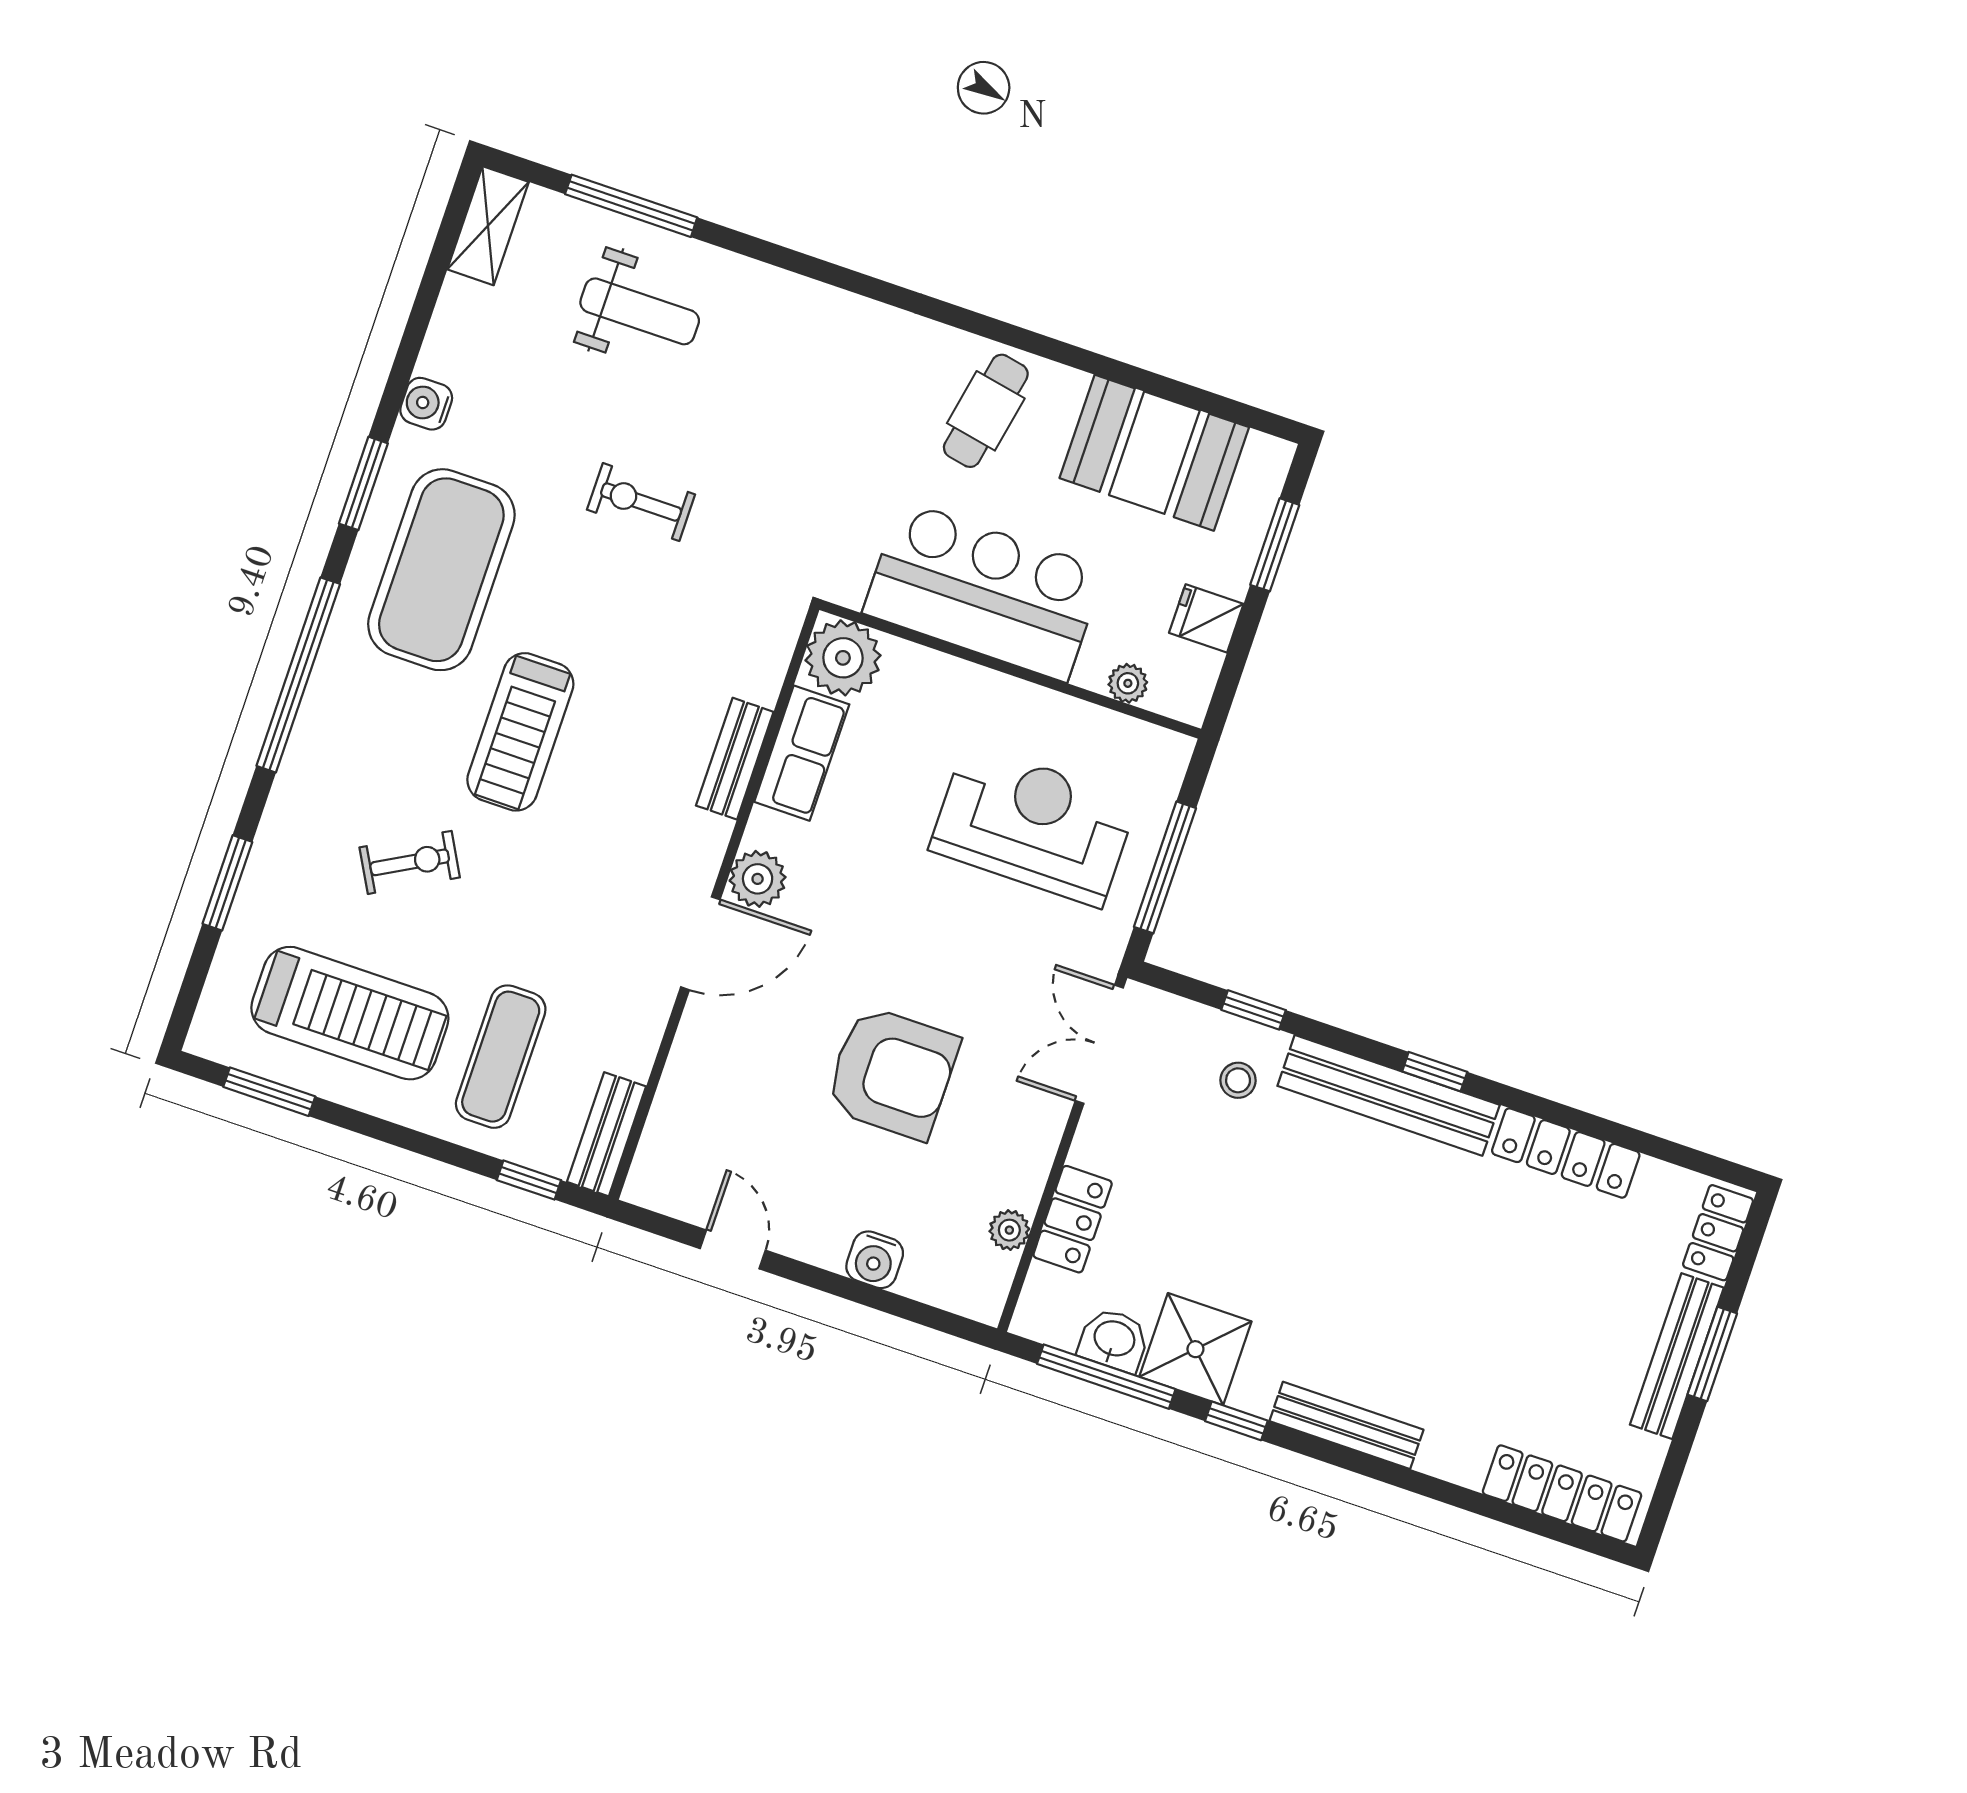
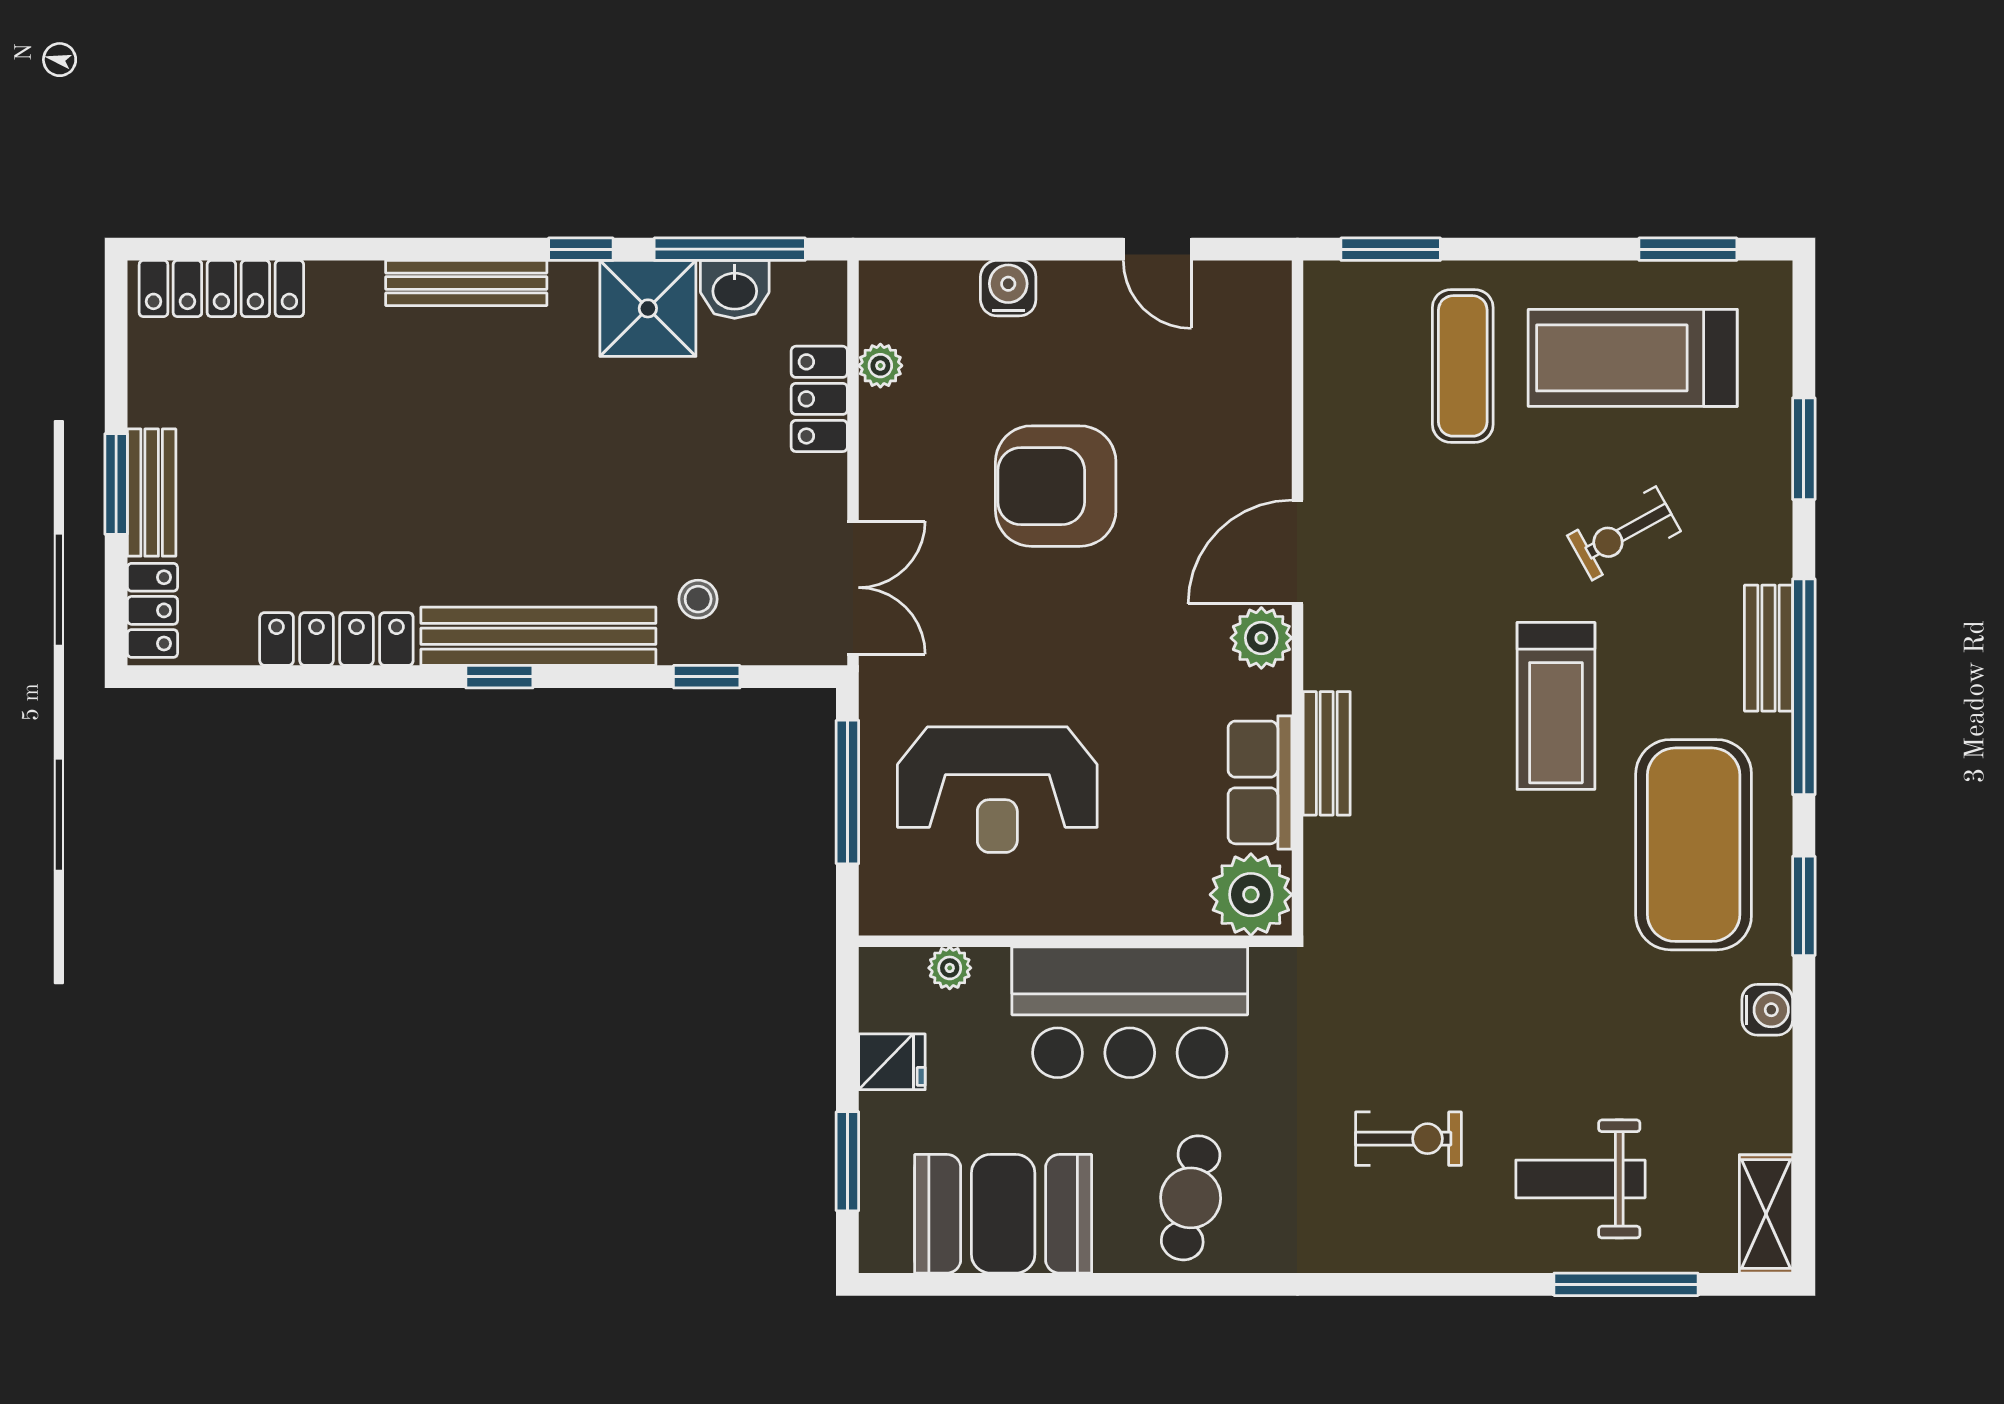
exercise bike: (641, 502) -> (1408, 1139), moved
treadmill: (520, 732) -> (1556, 706), turned 180
bench: (607, 1134) -> (1768, 648), moved
window: (529, 1180) -> (1391, 249), width x1.50
bench: (1677, 1356) -> (152, 493), width x0.73

